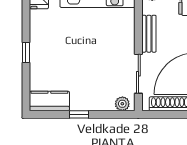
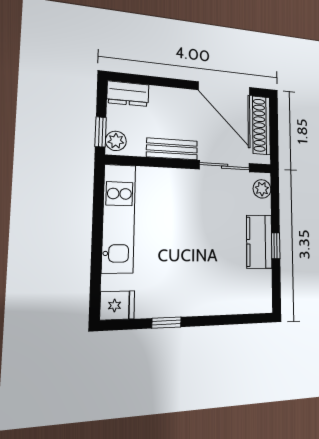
window: (26, 52) -> (166, 323), moved
kitchen counter: (49, 101) -> (259, 242), moved

